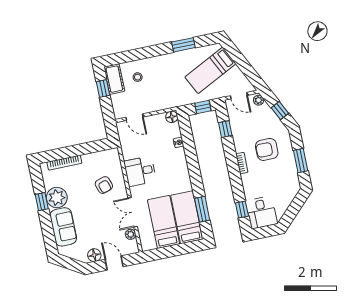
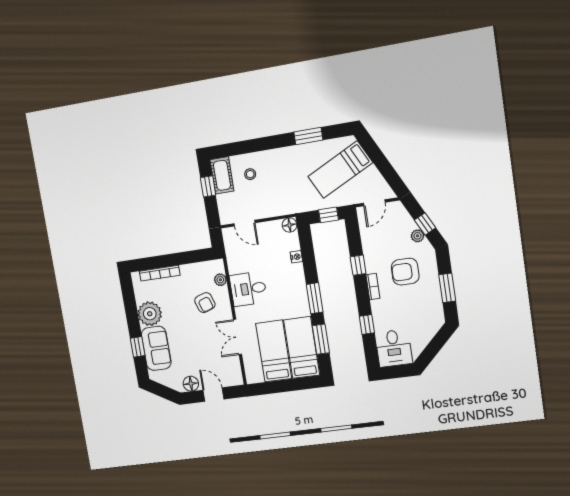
door: (239, 96) -> (374, 203), hinge flipped
plant: (259, 100) -> (417, 236), moved
window: (225, 129) -> (358, 265), moved
window: (195, 176) -> (315, 298), added
window: (42, 202) -> (138, 347), moved
window: (242, 209) -> (367, 324), moved
plant: (131, 234) -> (220, 280), moved

